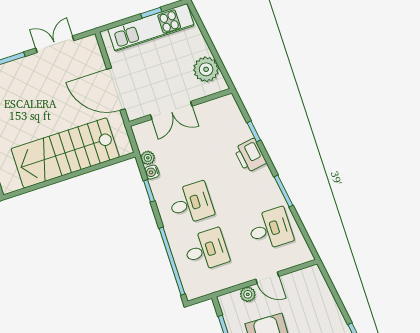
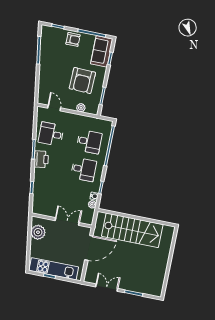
double door: (55, 44) -> (107, 288), swing flipped
door: (116, 89) -> (89, 248), hinge flipped
printer: (250, 156) -> (41, 159), moved
desk: (191, 203) -> (84, 169), turned 180
desk: (206, 250) -> (89, 142), turned 180
door: (267, 278) -> (54, 108), moved

